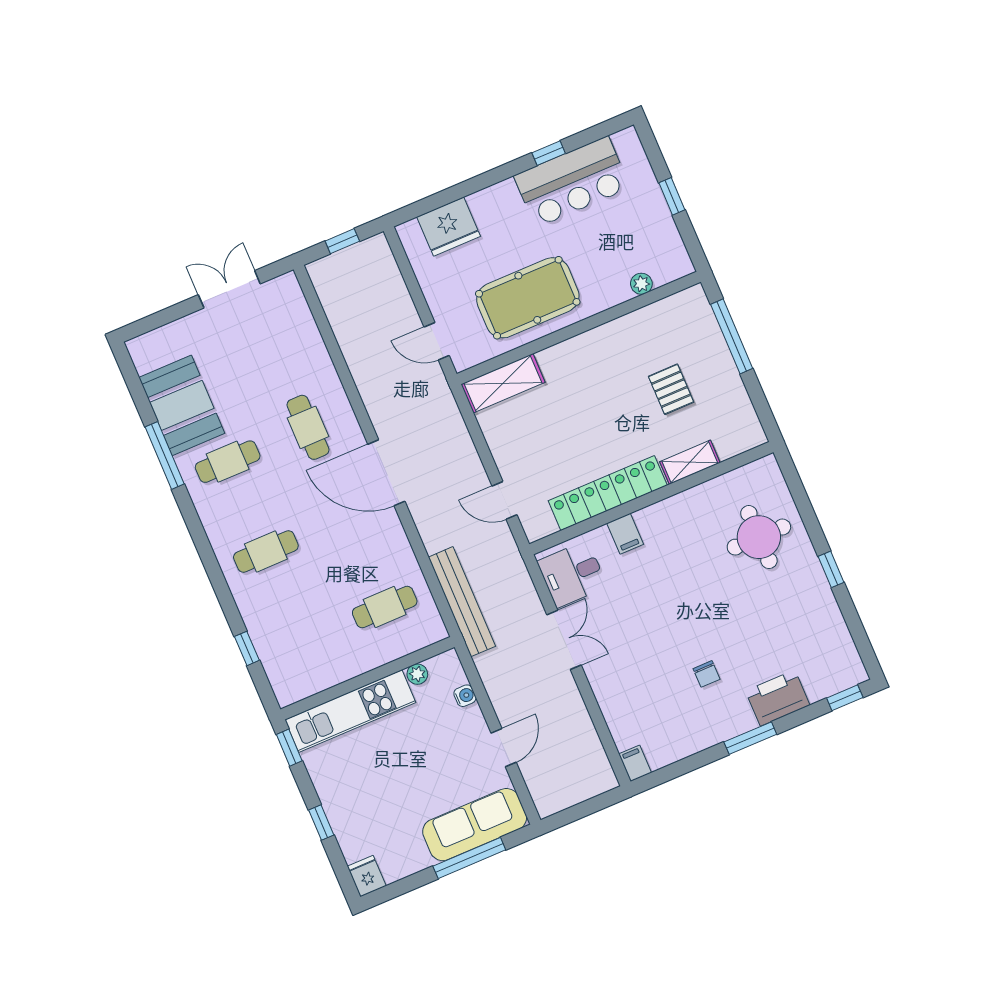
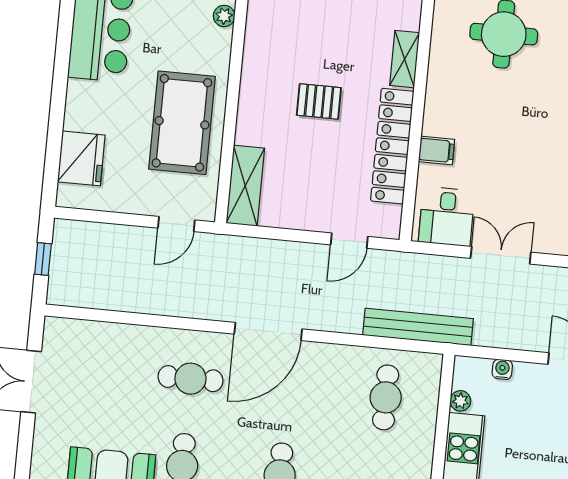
window: (549, 153) -> (65, 35), removed
pallet: (671, 389) -> (319, 101), moved

